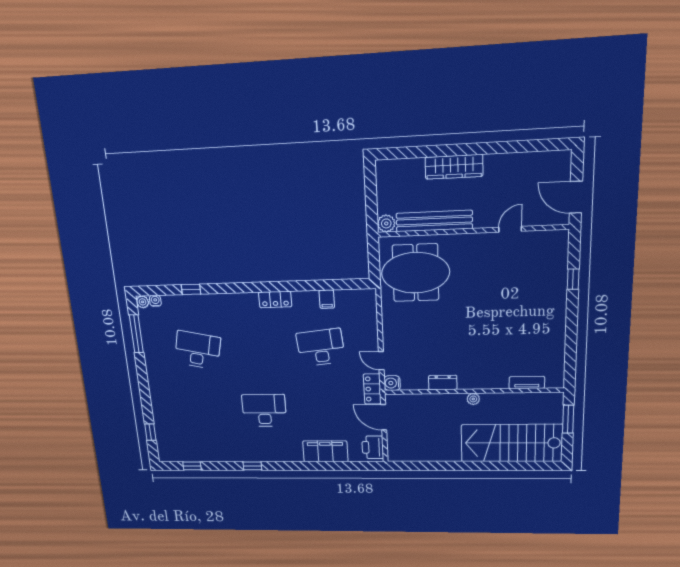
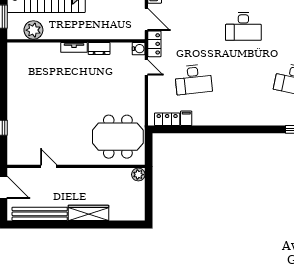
bench: (434, 221) -> (40, 214), moved
door: (510, 229) -> (49, 166), swing flipped
locker: (275, 299) -> (167, 119), moved
tv unit: (527, 383) -> (74, 47), moved
plant: (473, 399) -> (33, 30), moved, width x1.88, depth x1.88

